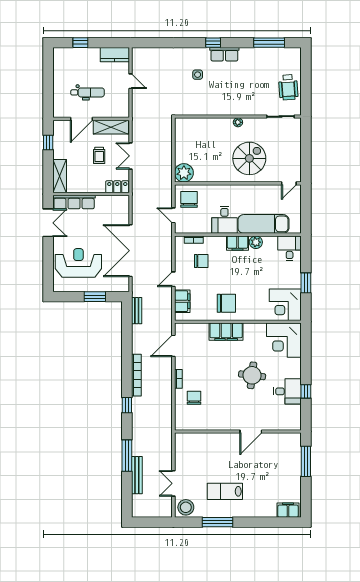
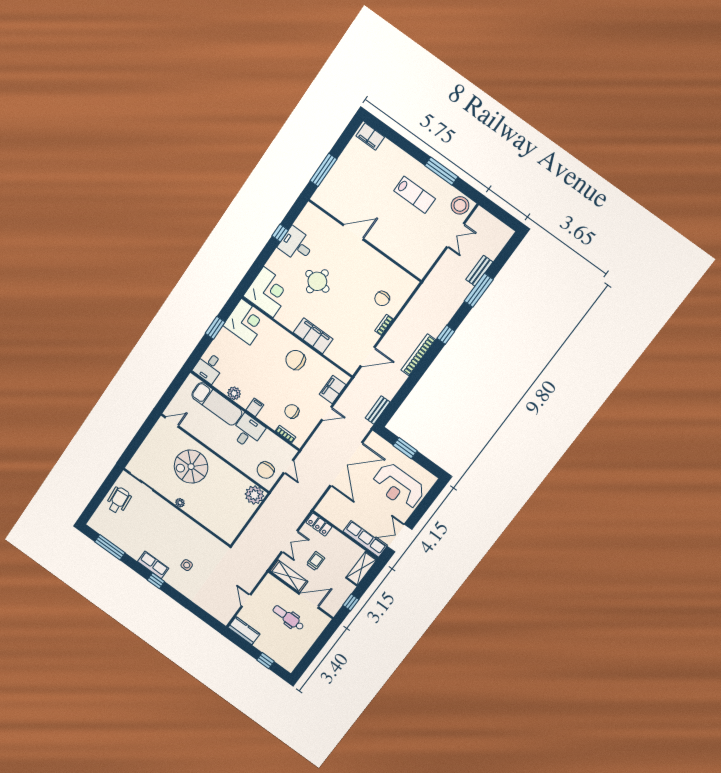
filing cabinet: (238, 243) -> (255, 407), width x0.50
bench: (137, 475) -> (479, 271), width x0.73

